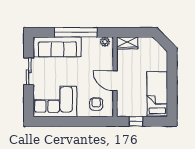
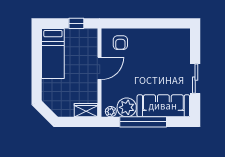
plant: (91, 45) -> (127, 107), added
door: (115, 81) -> (100, 68), hinge flipped
corner sofa: (55, 101) -> (166, 45), removed

